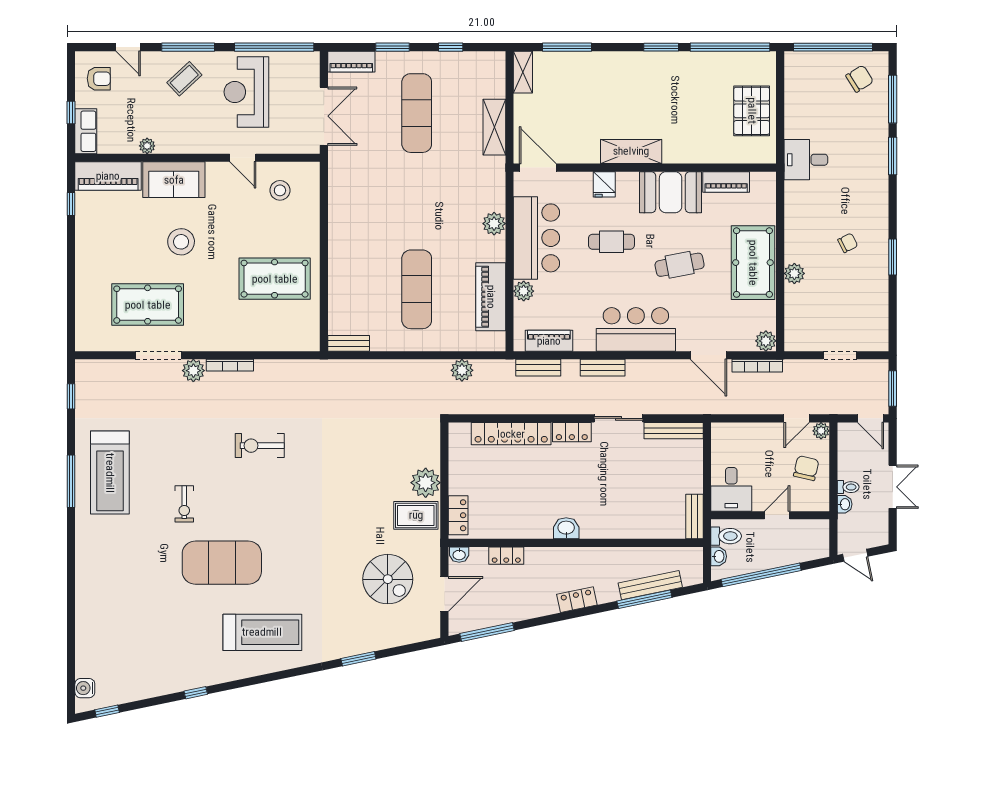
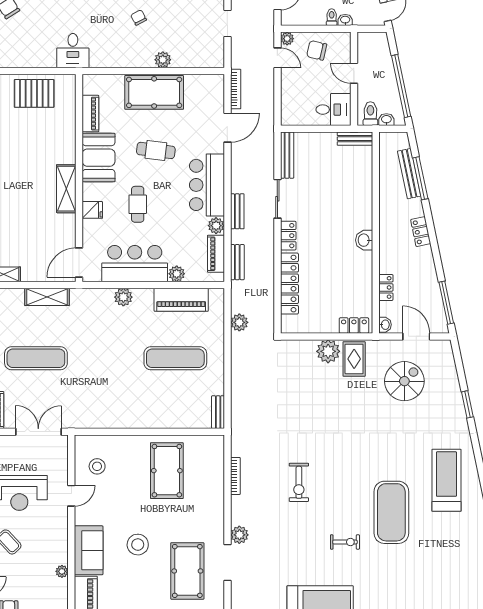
cafe table: (680, 265) -> (156, 150), turned -72
plant: (766, 341) -> (216, 226), moved
bookcase: (230, 365) -> (235, 476), moved

